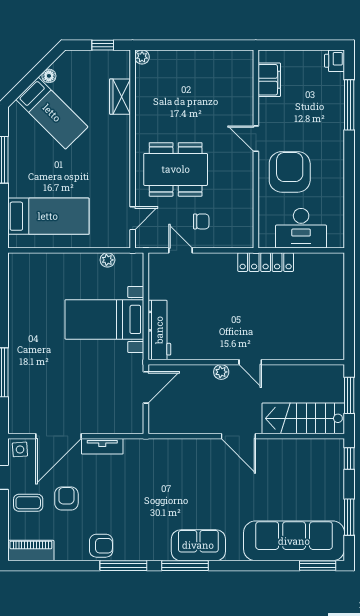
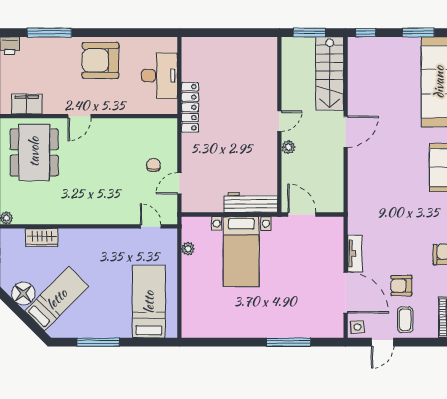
floor lamp: (49, 76) -> (23, 293), width x1.89, depth x1.89
dining table: (176, 169) -> (34, 152), moved
armchair: (290, 172) -> (100, 60), moved

